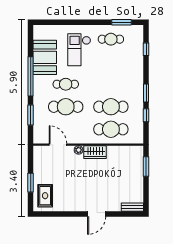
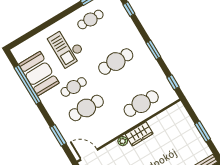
window: (31, 76) -> (27, 85), moved
cafe table: (111, 107) -> (116, 62), moved
window: (146, 115) -> (173, 82), moved
door: (58, 145) -> (89, 155), moved
window: (146, 166) -> (203, 131), moved

